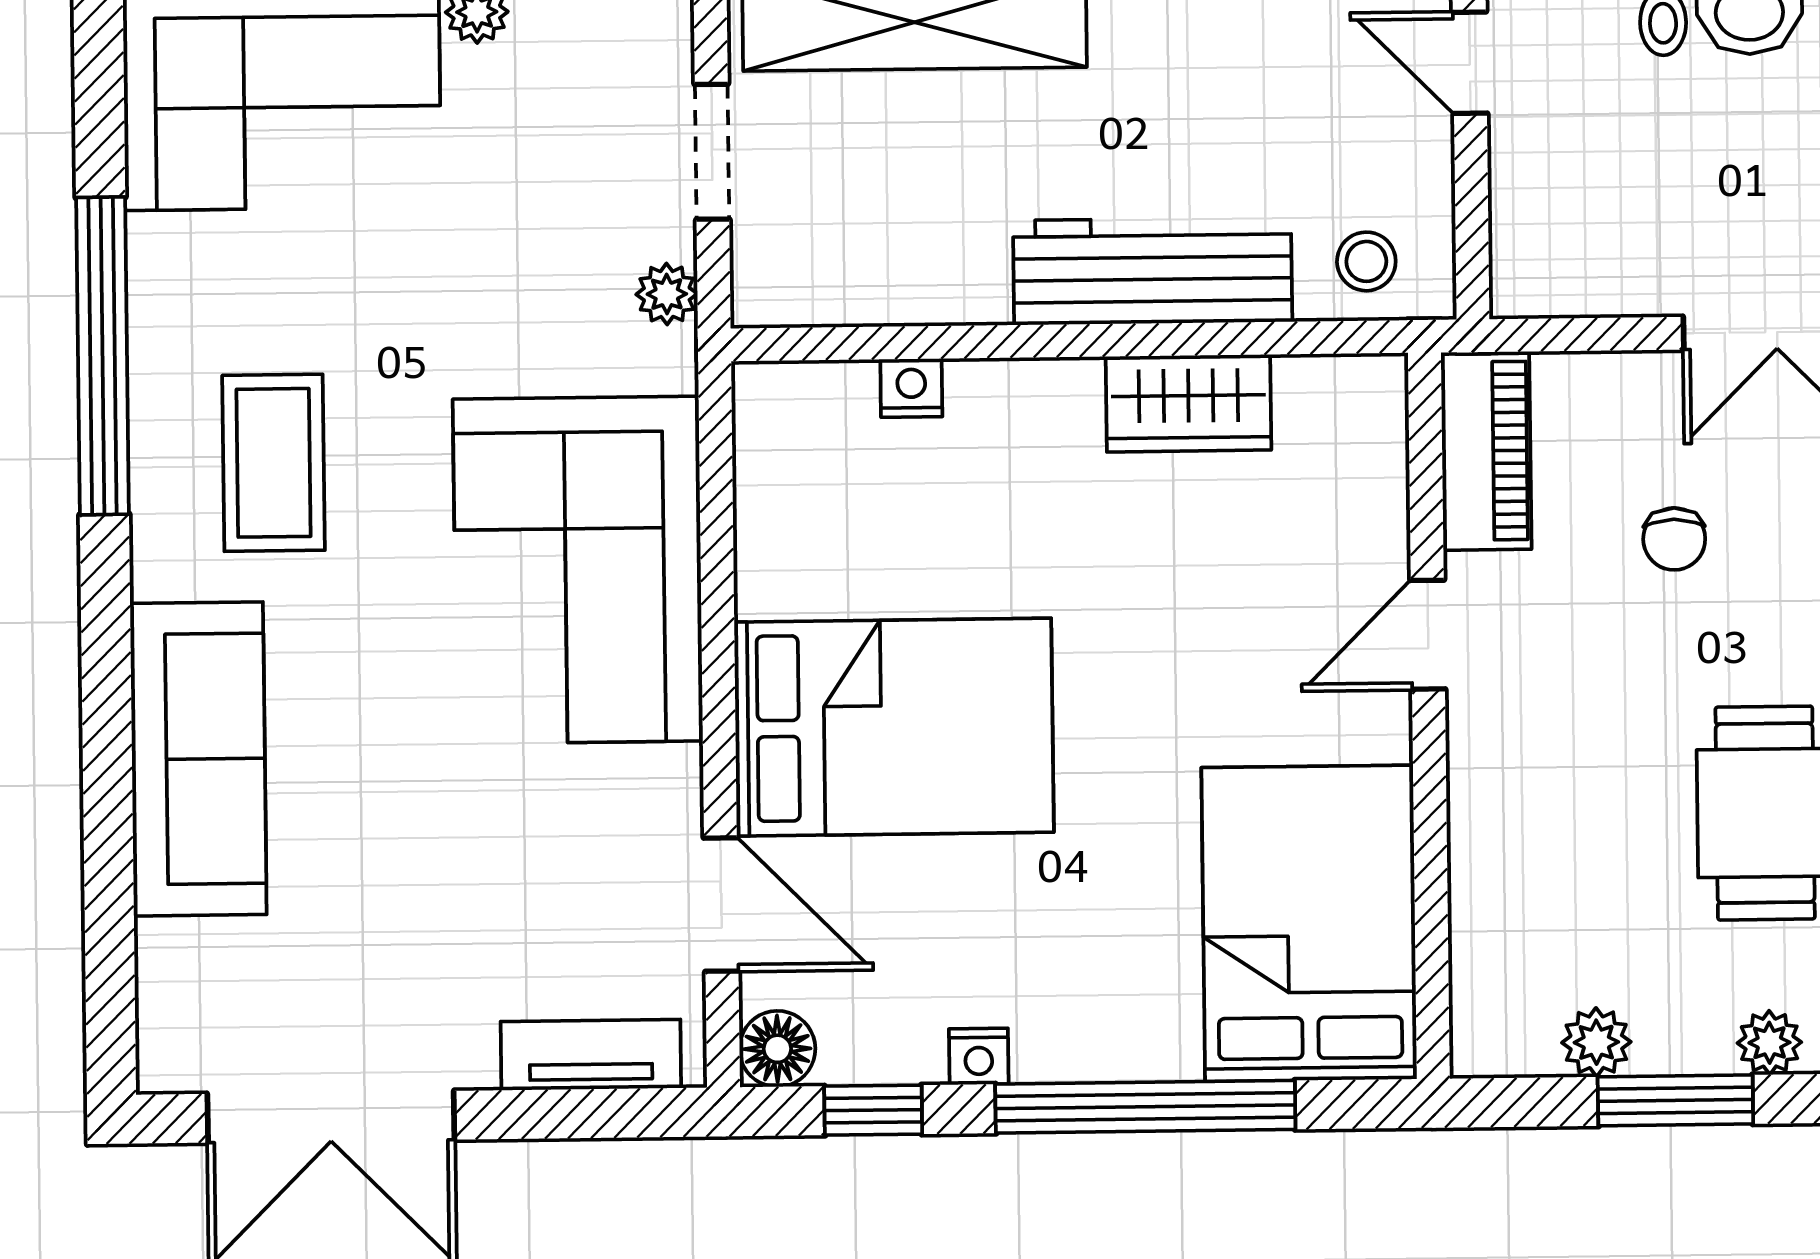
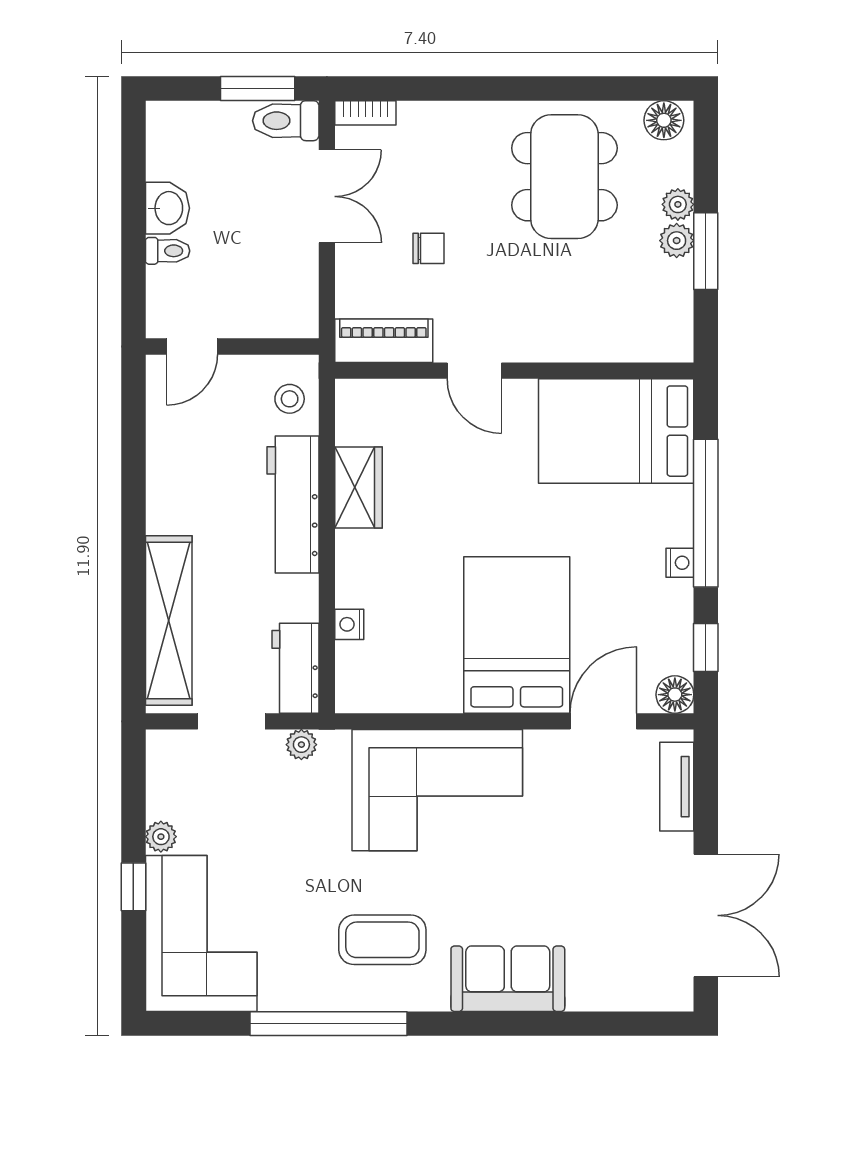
workbench: (821, 280) -> (296, 668), added
sofa: (198, 759) -> (508, 979), width x0.73
plant: (1596, 1042) -> (677, 241), moved
nightstand: (979, 1056) -> (680, 563), moved

